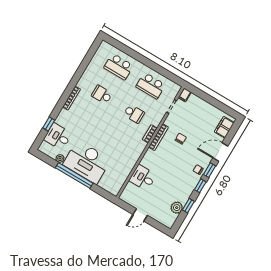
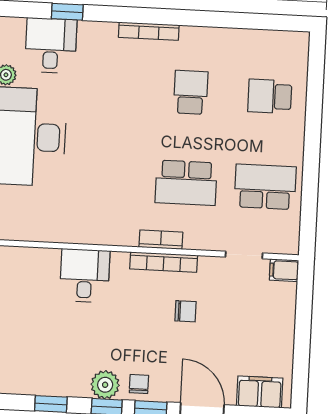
school desk: (119, 67) -> (270, 96), width x0.54
school desk: (151, 86) -> (265, 187), turned 90
school desk: (134, 114) -> (186, 183), width x1.85
desk: (143, 178) -> (85, 276), moved
plant: (177, 208) -> (105, 385), moved

